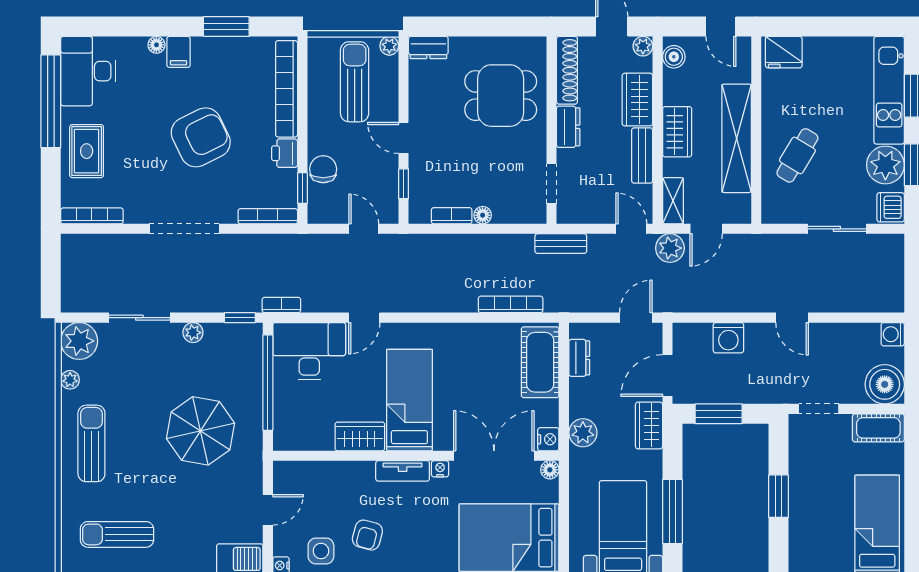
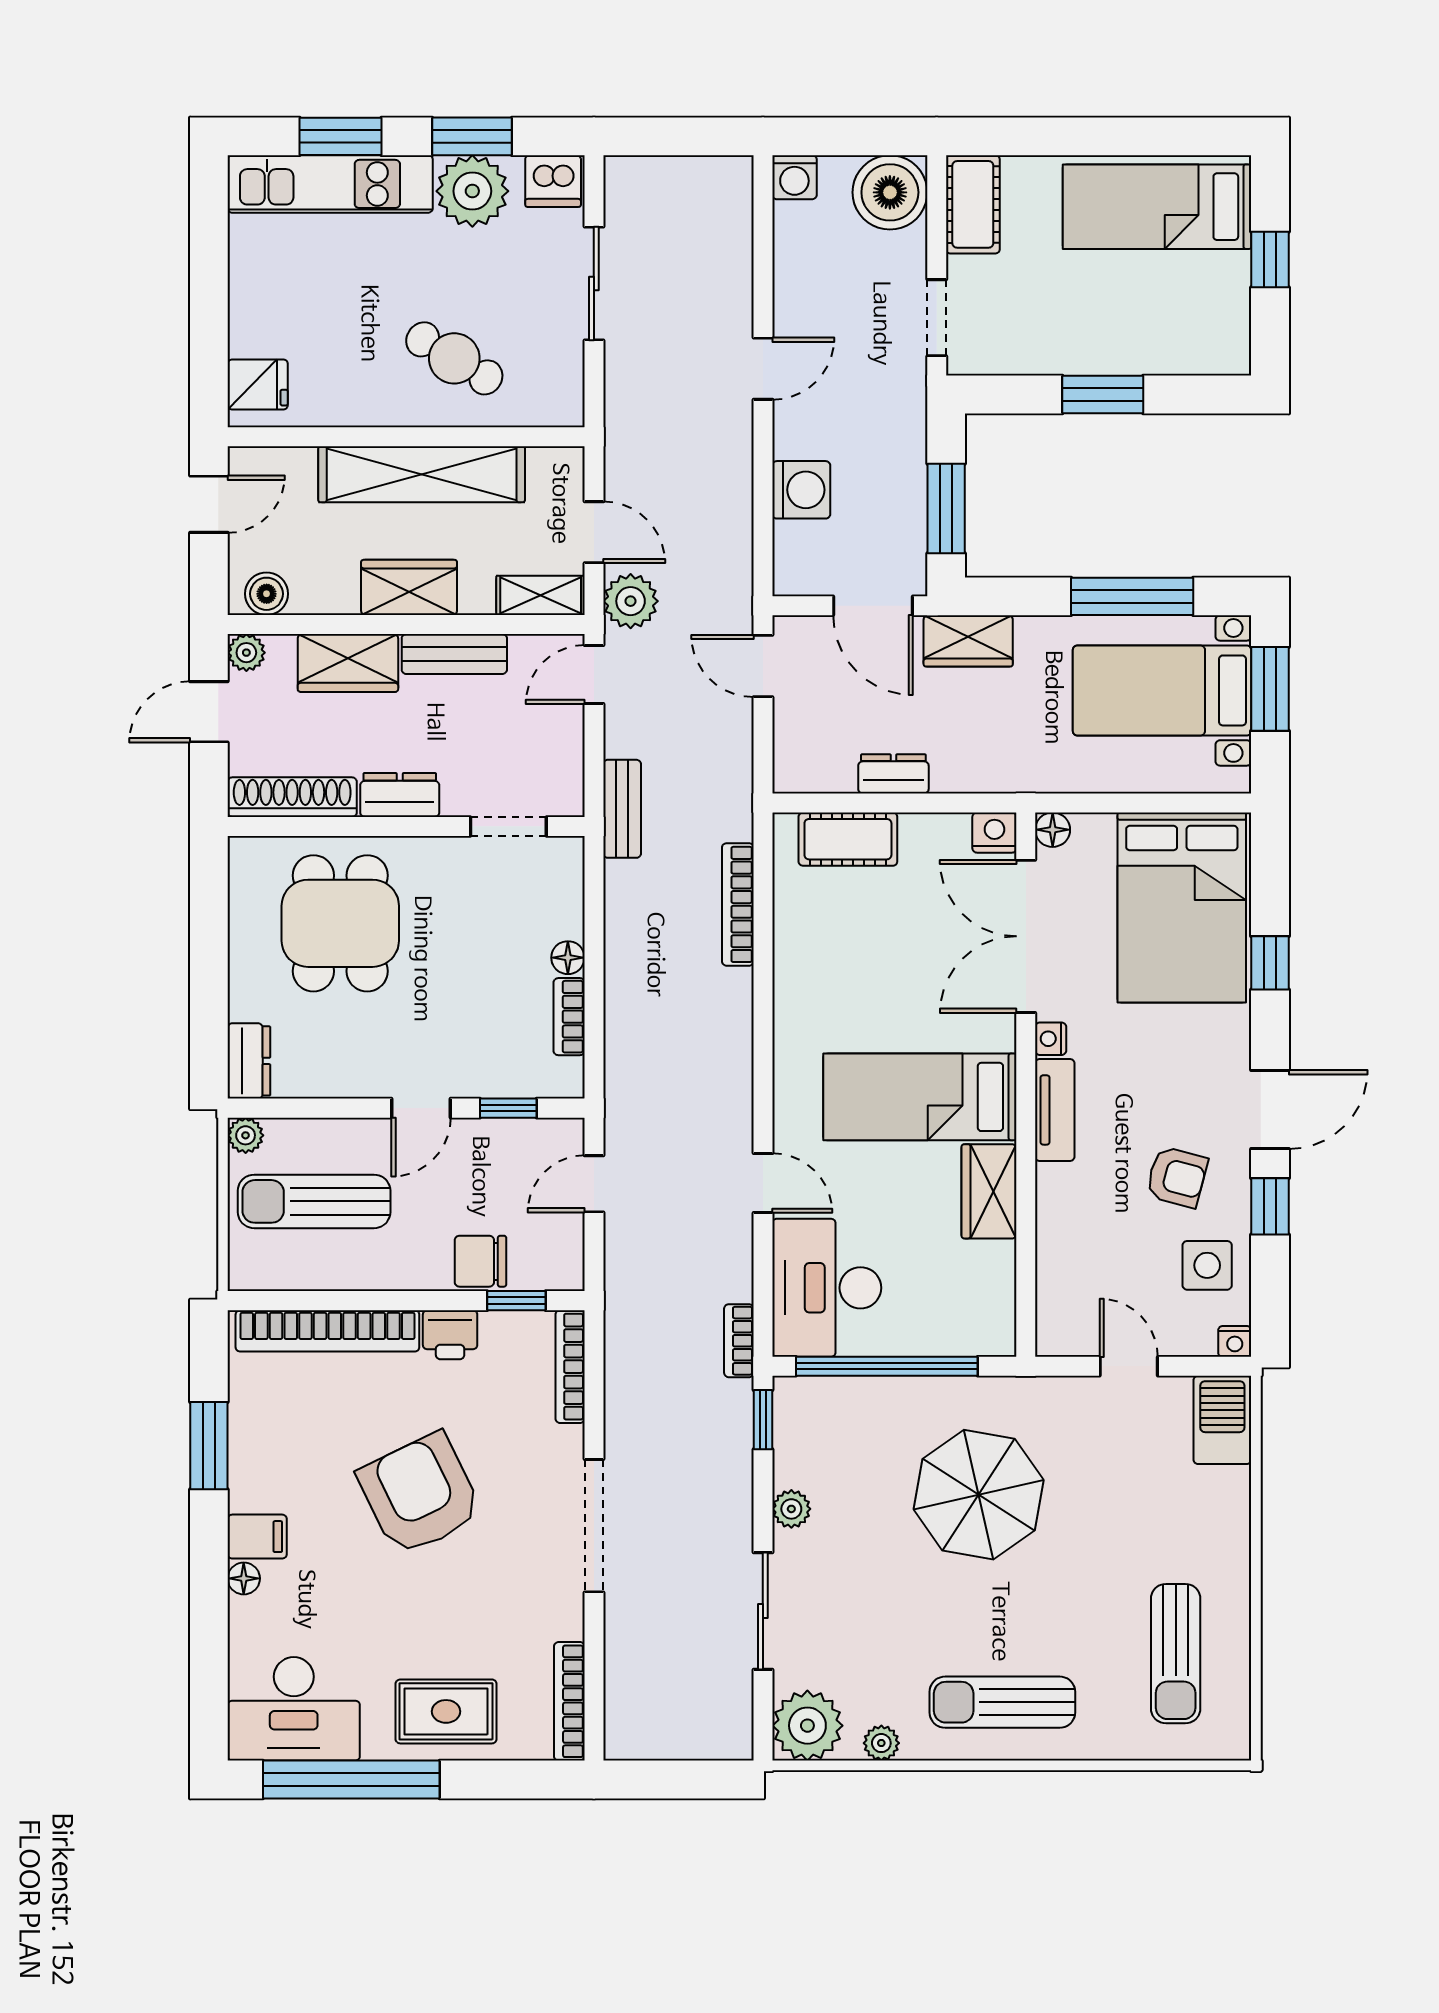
fridge: (784, 52) -> (258, 384), width x0.72
dresser: (579, 358) -> (893, 774), moved
cot: (540, 362) -> (848, 839), width x0.73, depth x0.75
plant: (583, 433) -> (982, 767), removed

